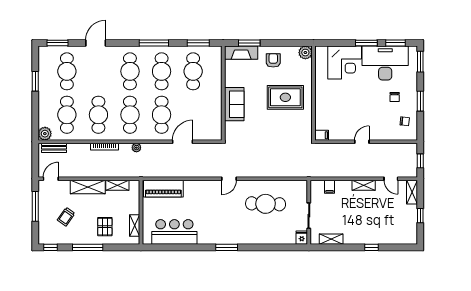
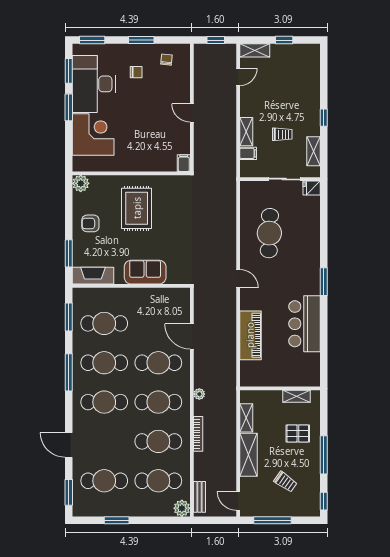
fireplace: (241, 53) -> (93, 276), moved, turned -90
shelving: (364, 185) -> (246, 132), moved
piano: (163, 189) -> (250, 335), moved
trolley: (345, 214) -> (282, 134), added
bar counter: (174, 232) -> (304, 324), moved
window: (371, 247) -> (324, 118), moved

